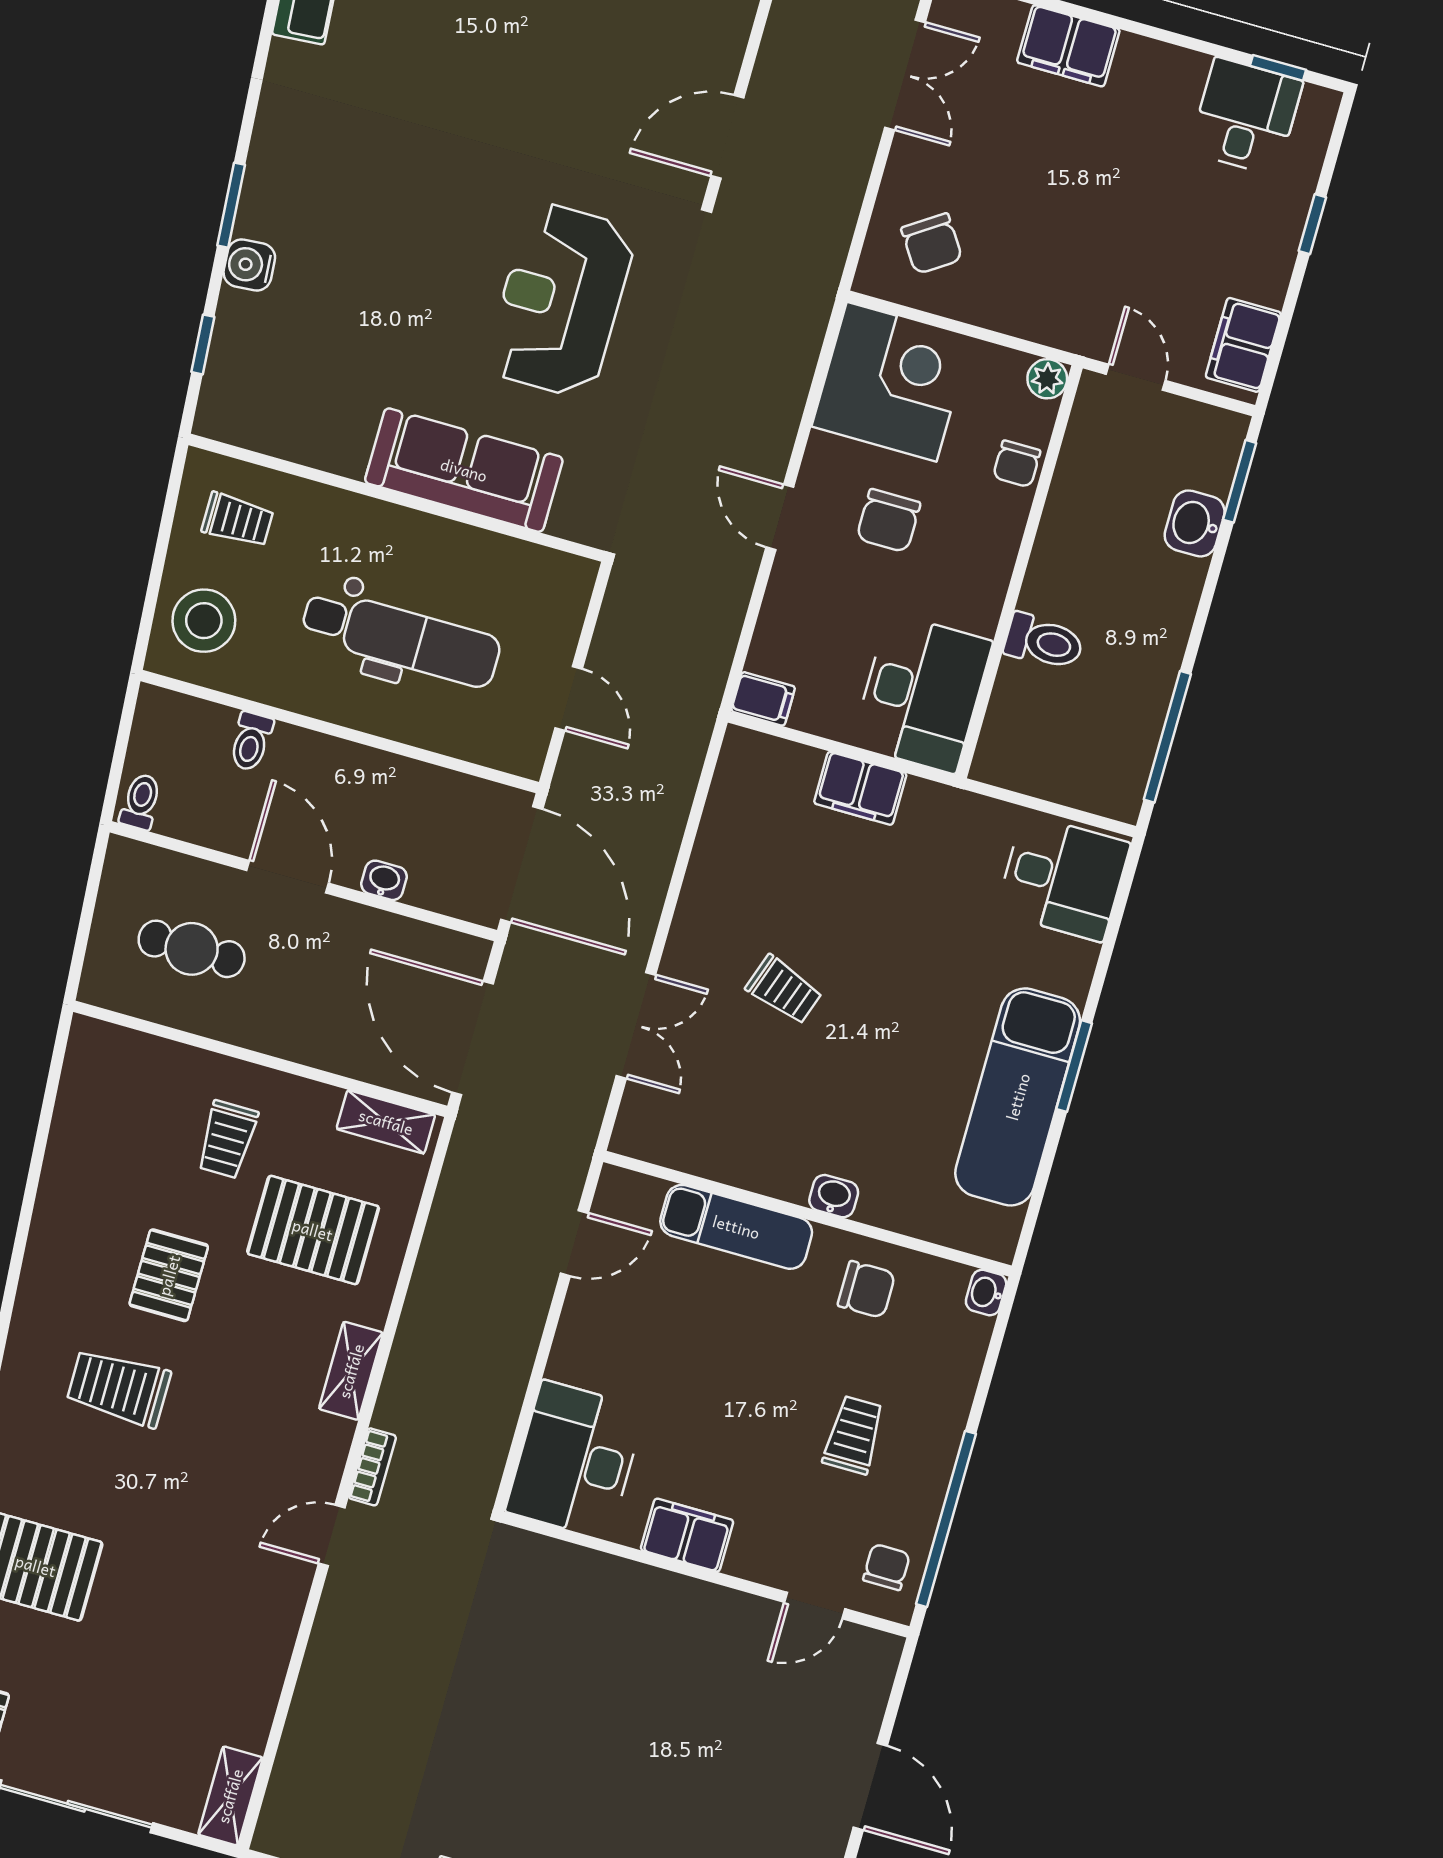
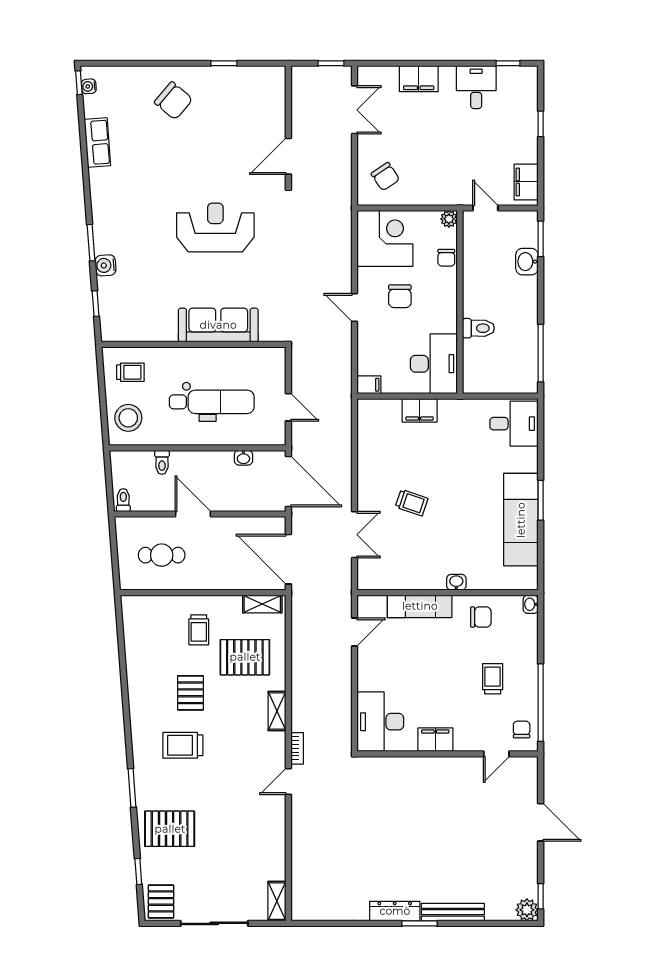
desk: (1246, 116) -> (476, 87), moved
reception desk: (561, 300) -> (215, 227), moved, turned 90
washbasin: (384, 880) -> (243, 458), moved, turned 180

